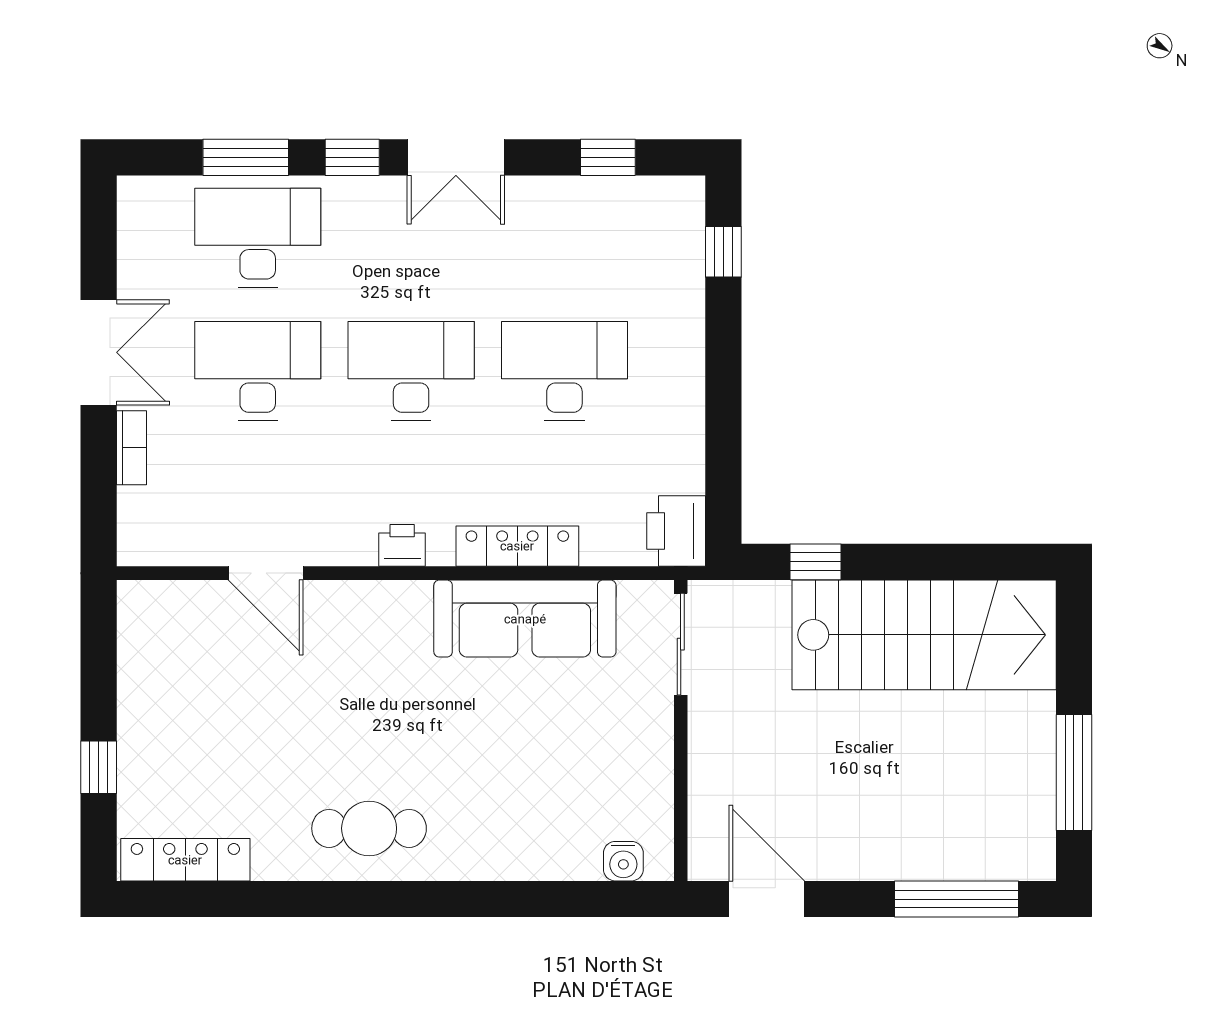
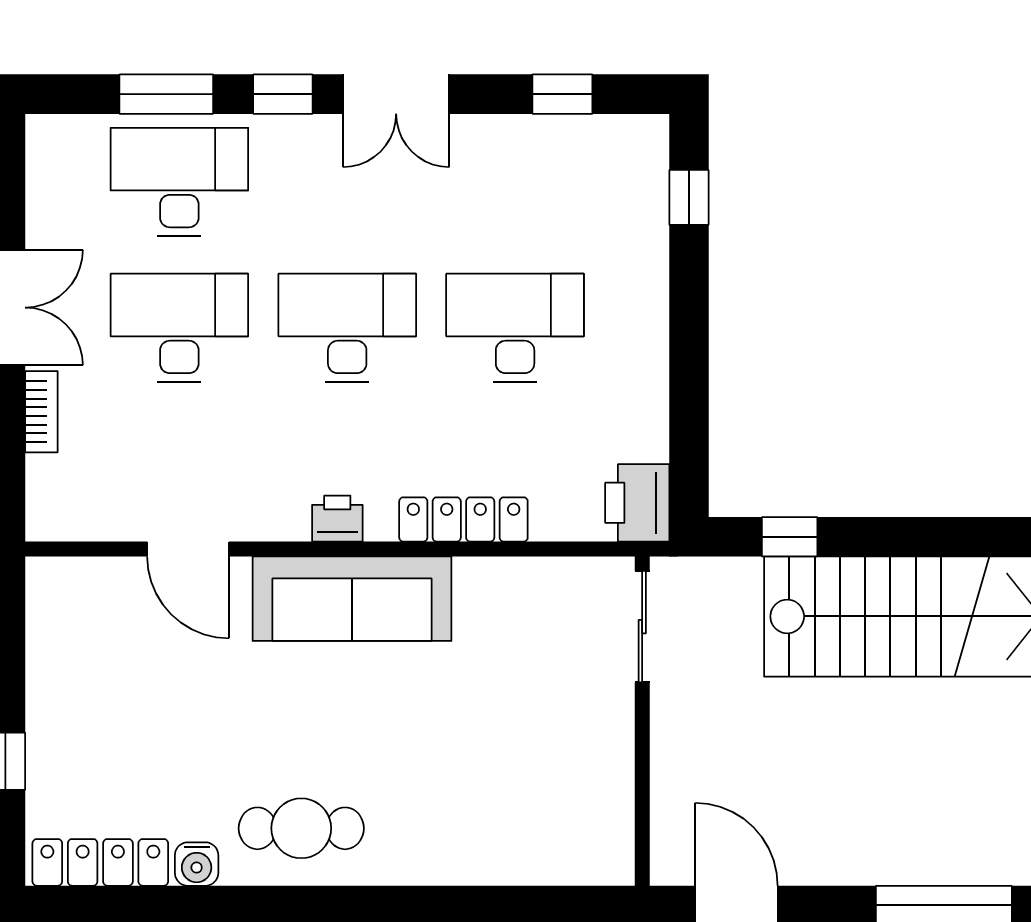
sofa: (525, 619) -> (352, 599), moved
water cooler: (623, 861) -> (197, 864), moved

